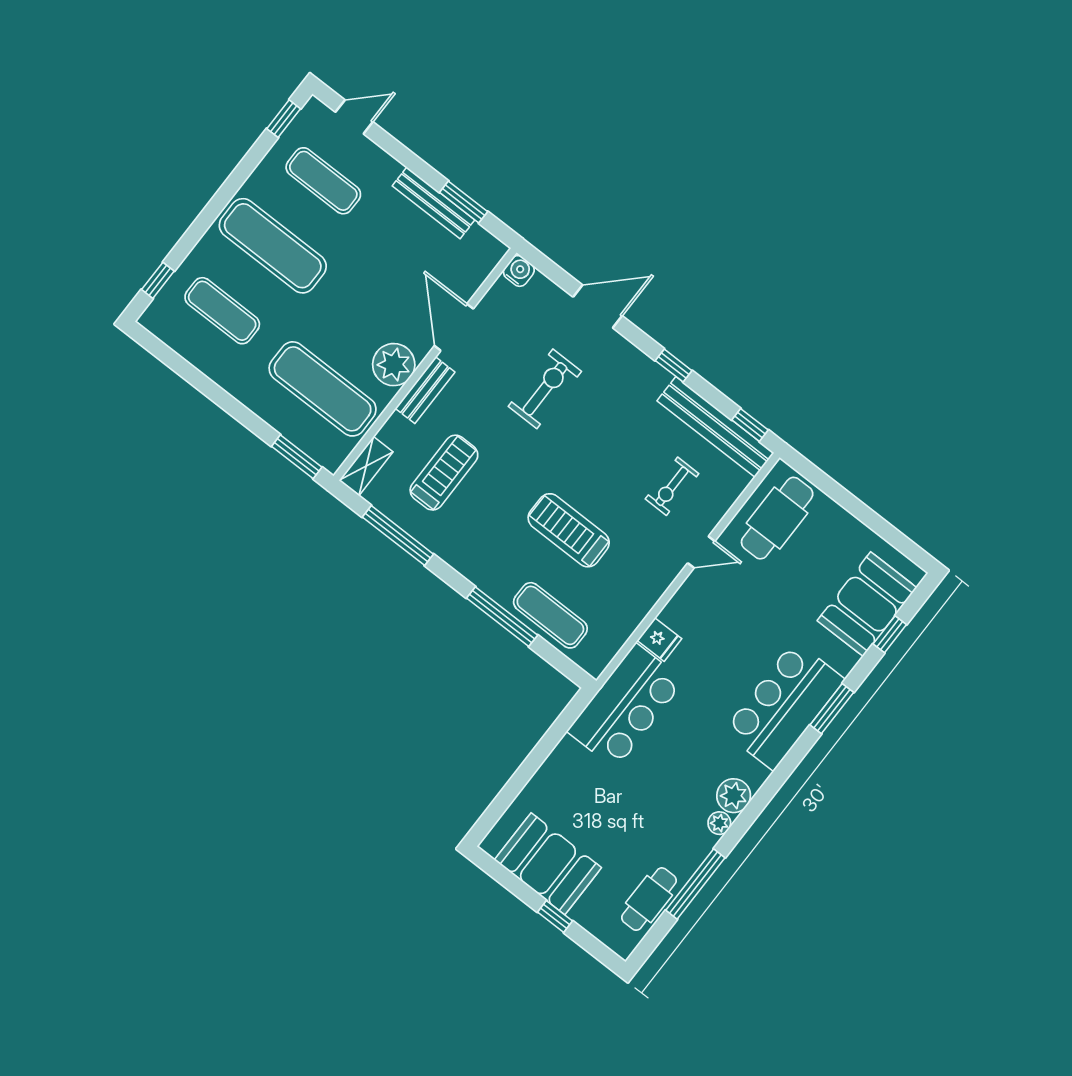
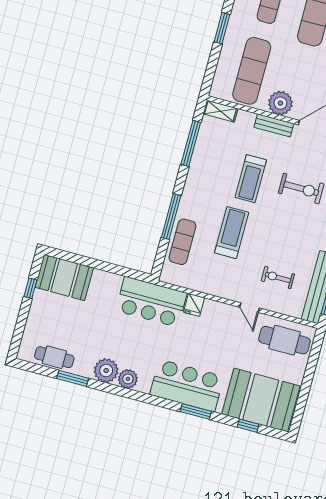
window: (297, 457) -> (222, 28), moved
treadmill: (444, 473) -> (251, 179), moved, turned 90
booth: (867, 604) -> (261, 400), width x1.36, depth x1.42
plant: (719, 823) -> (106, 371), width x1.88, depth x1.88
booth: (548, 864) -> (64, 278), moved, turned 90
window: (695, 884) -> (73, 378), width x0.69
window: (555, 916) -> (30, 288), moved

